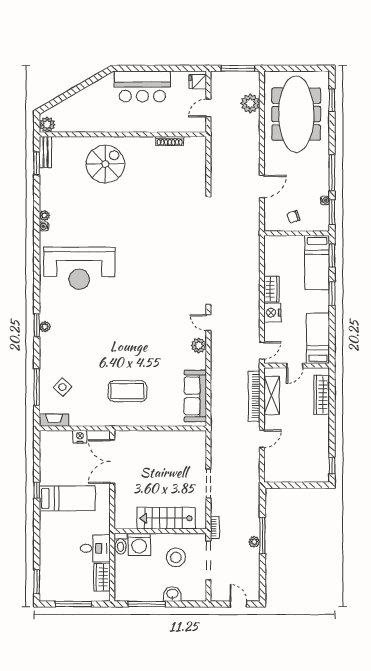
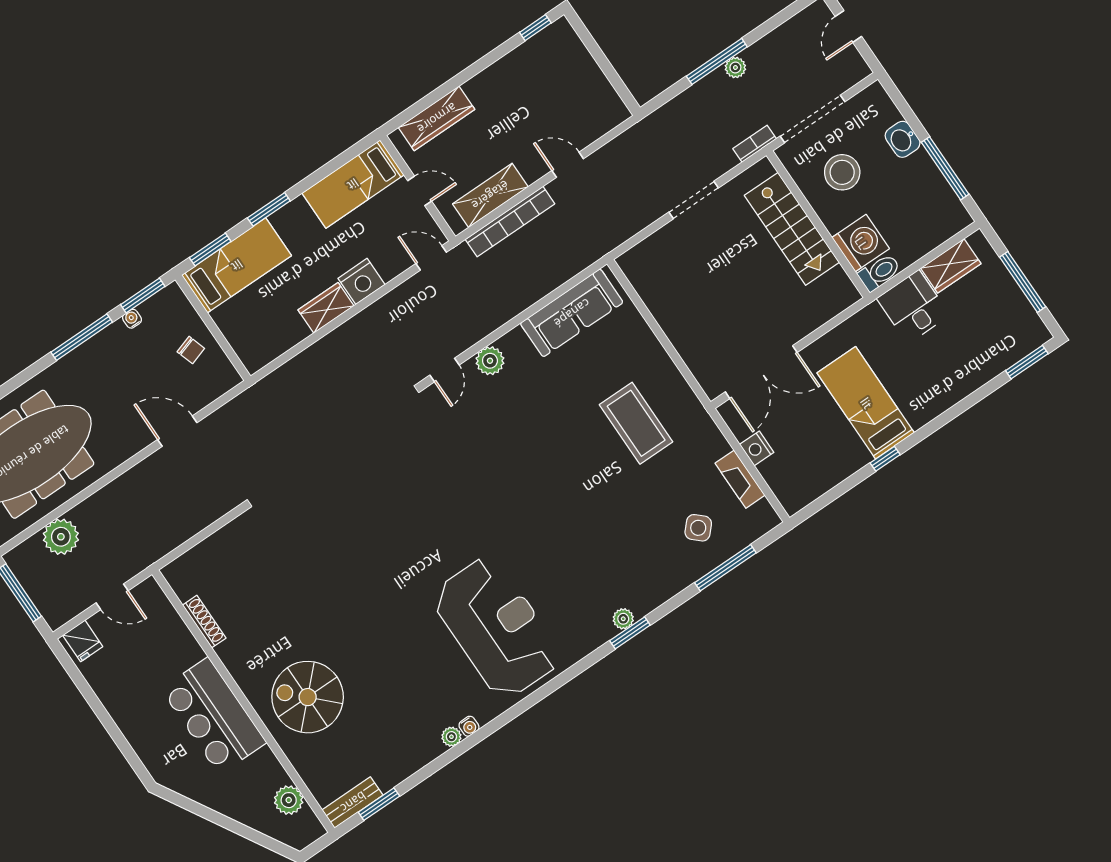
bar counter: (142, 86) -> (214, 716), moved, turned 180
plant: (47, 125) -> (289, 800), moved
fireplace: (54, 420) -> (740, 479), moved

